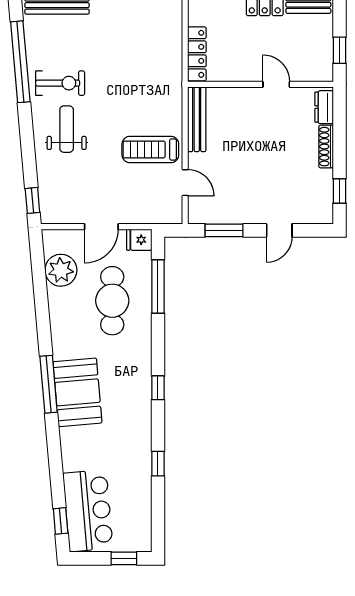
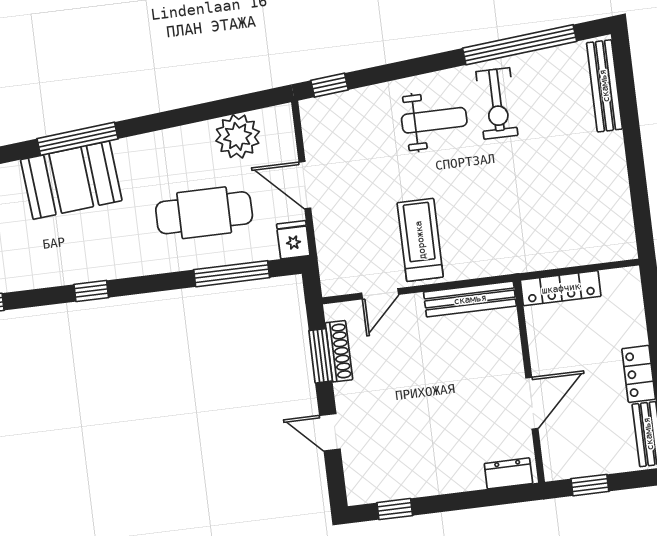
door: (276, 84) -> (532, 403), width x1.38
shoe rack: (326, 147) -> (339, 351), moved, turned 90

